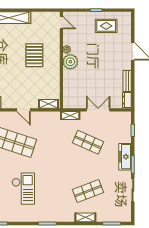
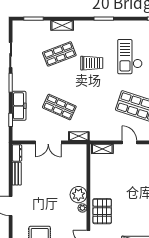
pallet: (34, 55) -> (102, 211), moved
freezer: (125, 157) -> (19, 106), moved
trolley: (58, 183) -> (92, 63), added

